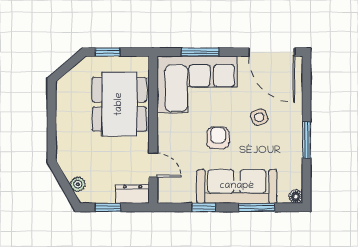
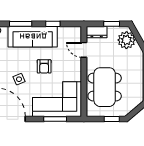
plant: (78, 184) -> (126, 40), width x1.88, depth x1.88

